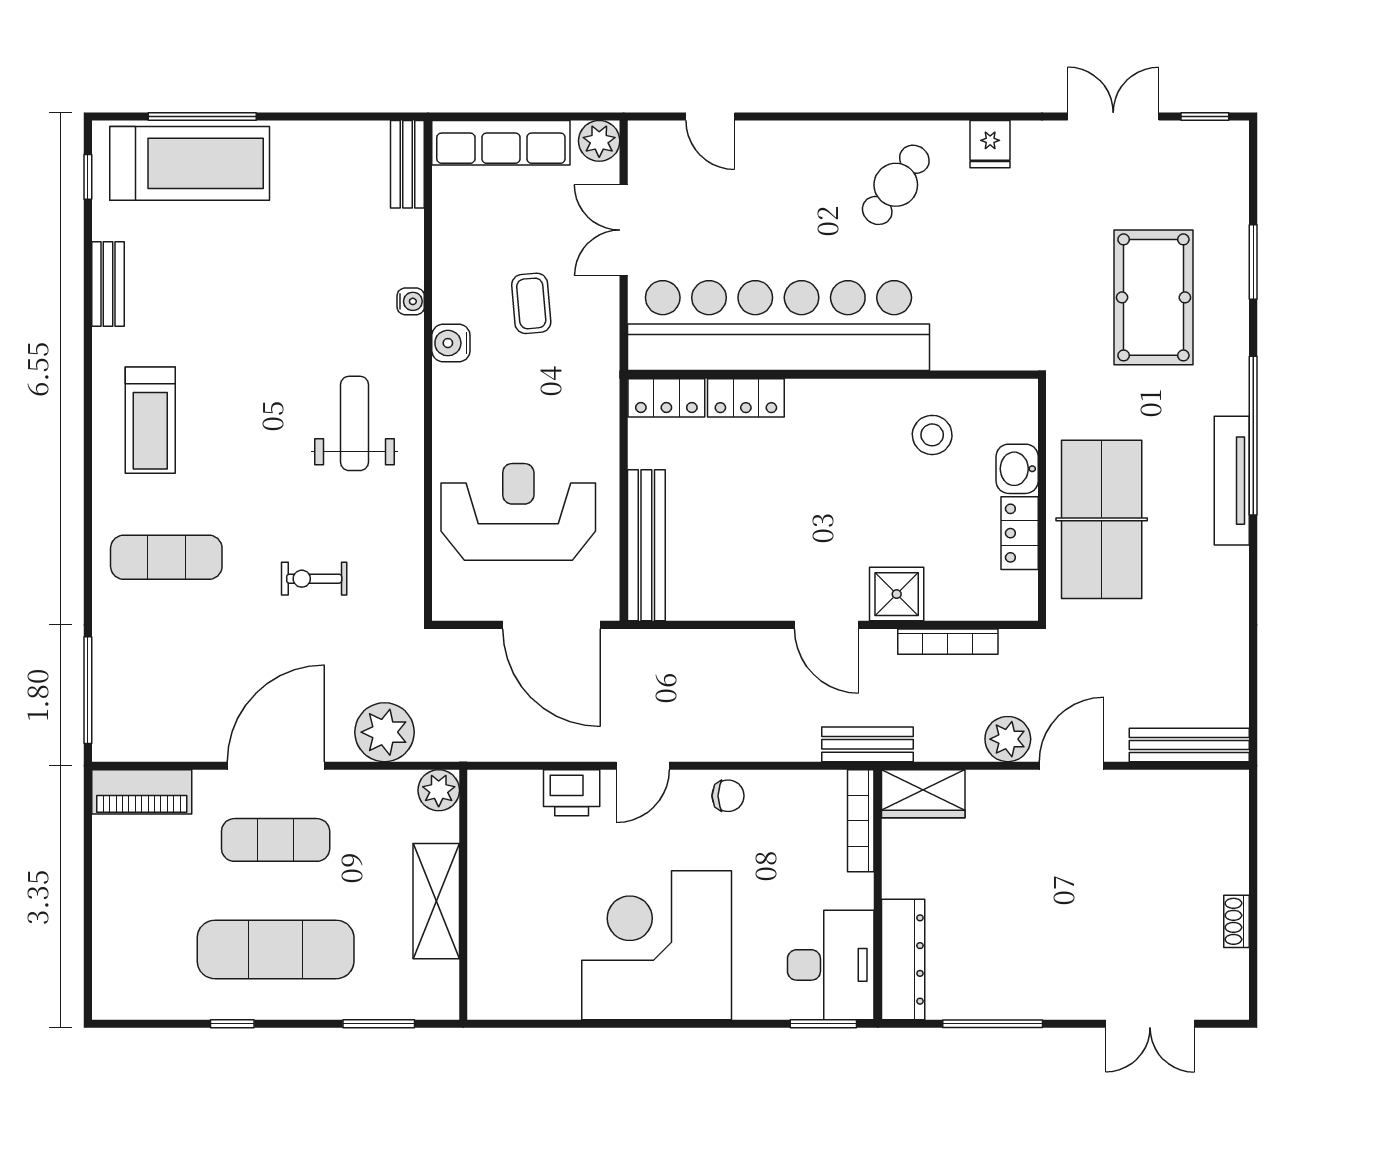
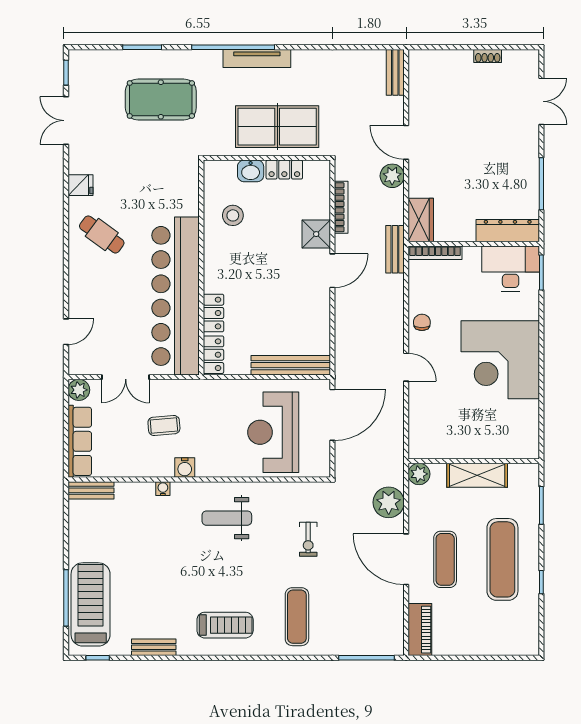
bench: (1189, 745) -> (395, 72), width x0.73
printer: (572, 793) -> (420, 404), removed

